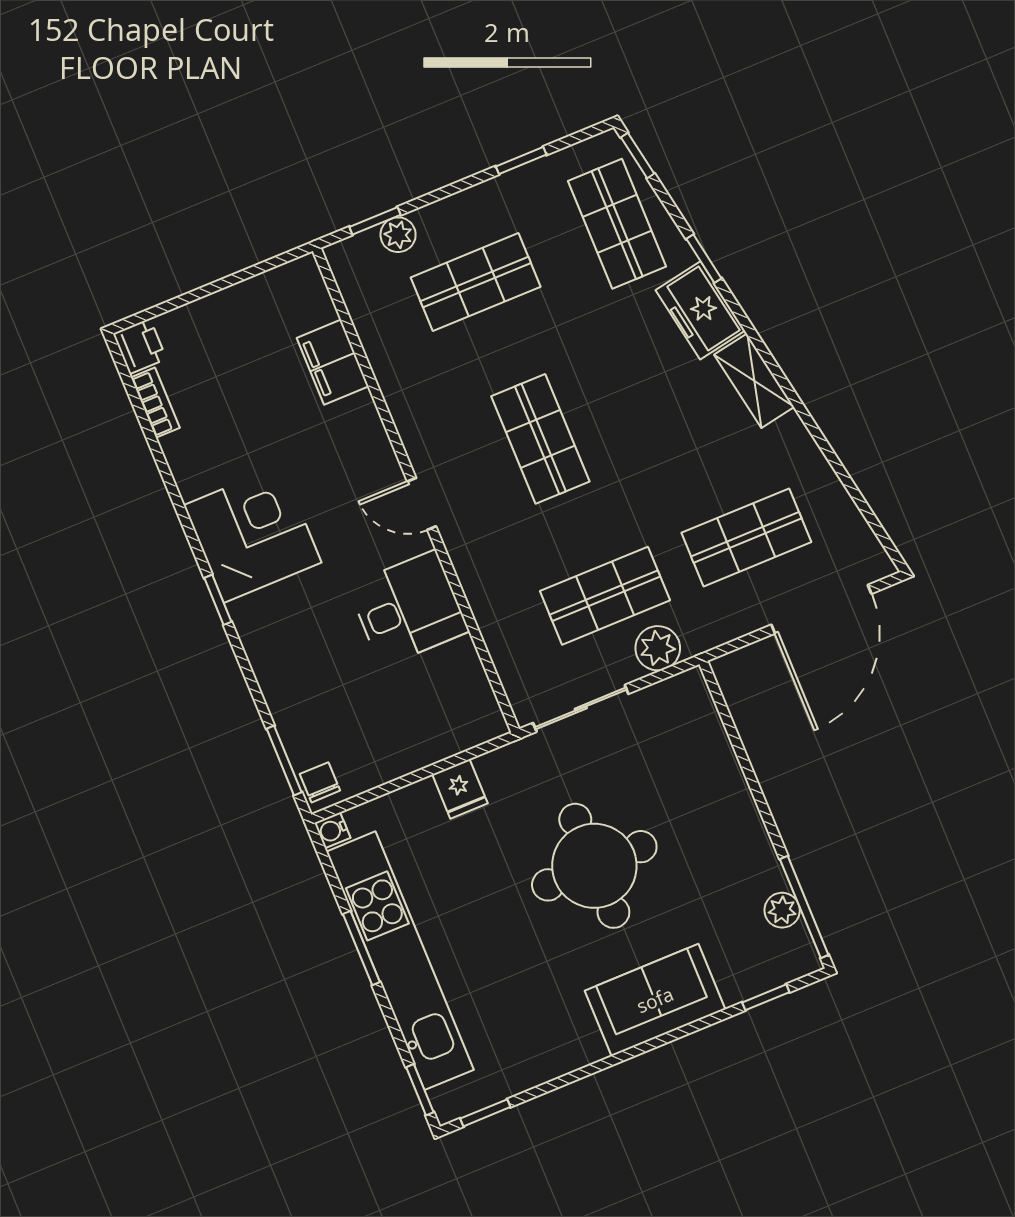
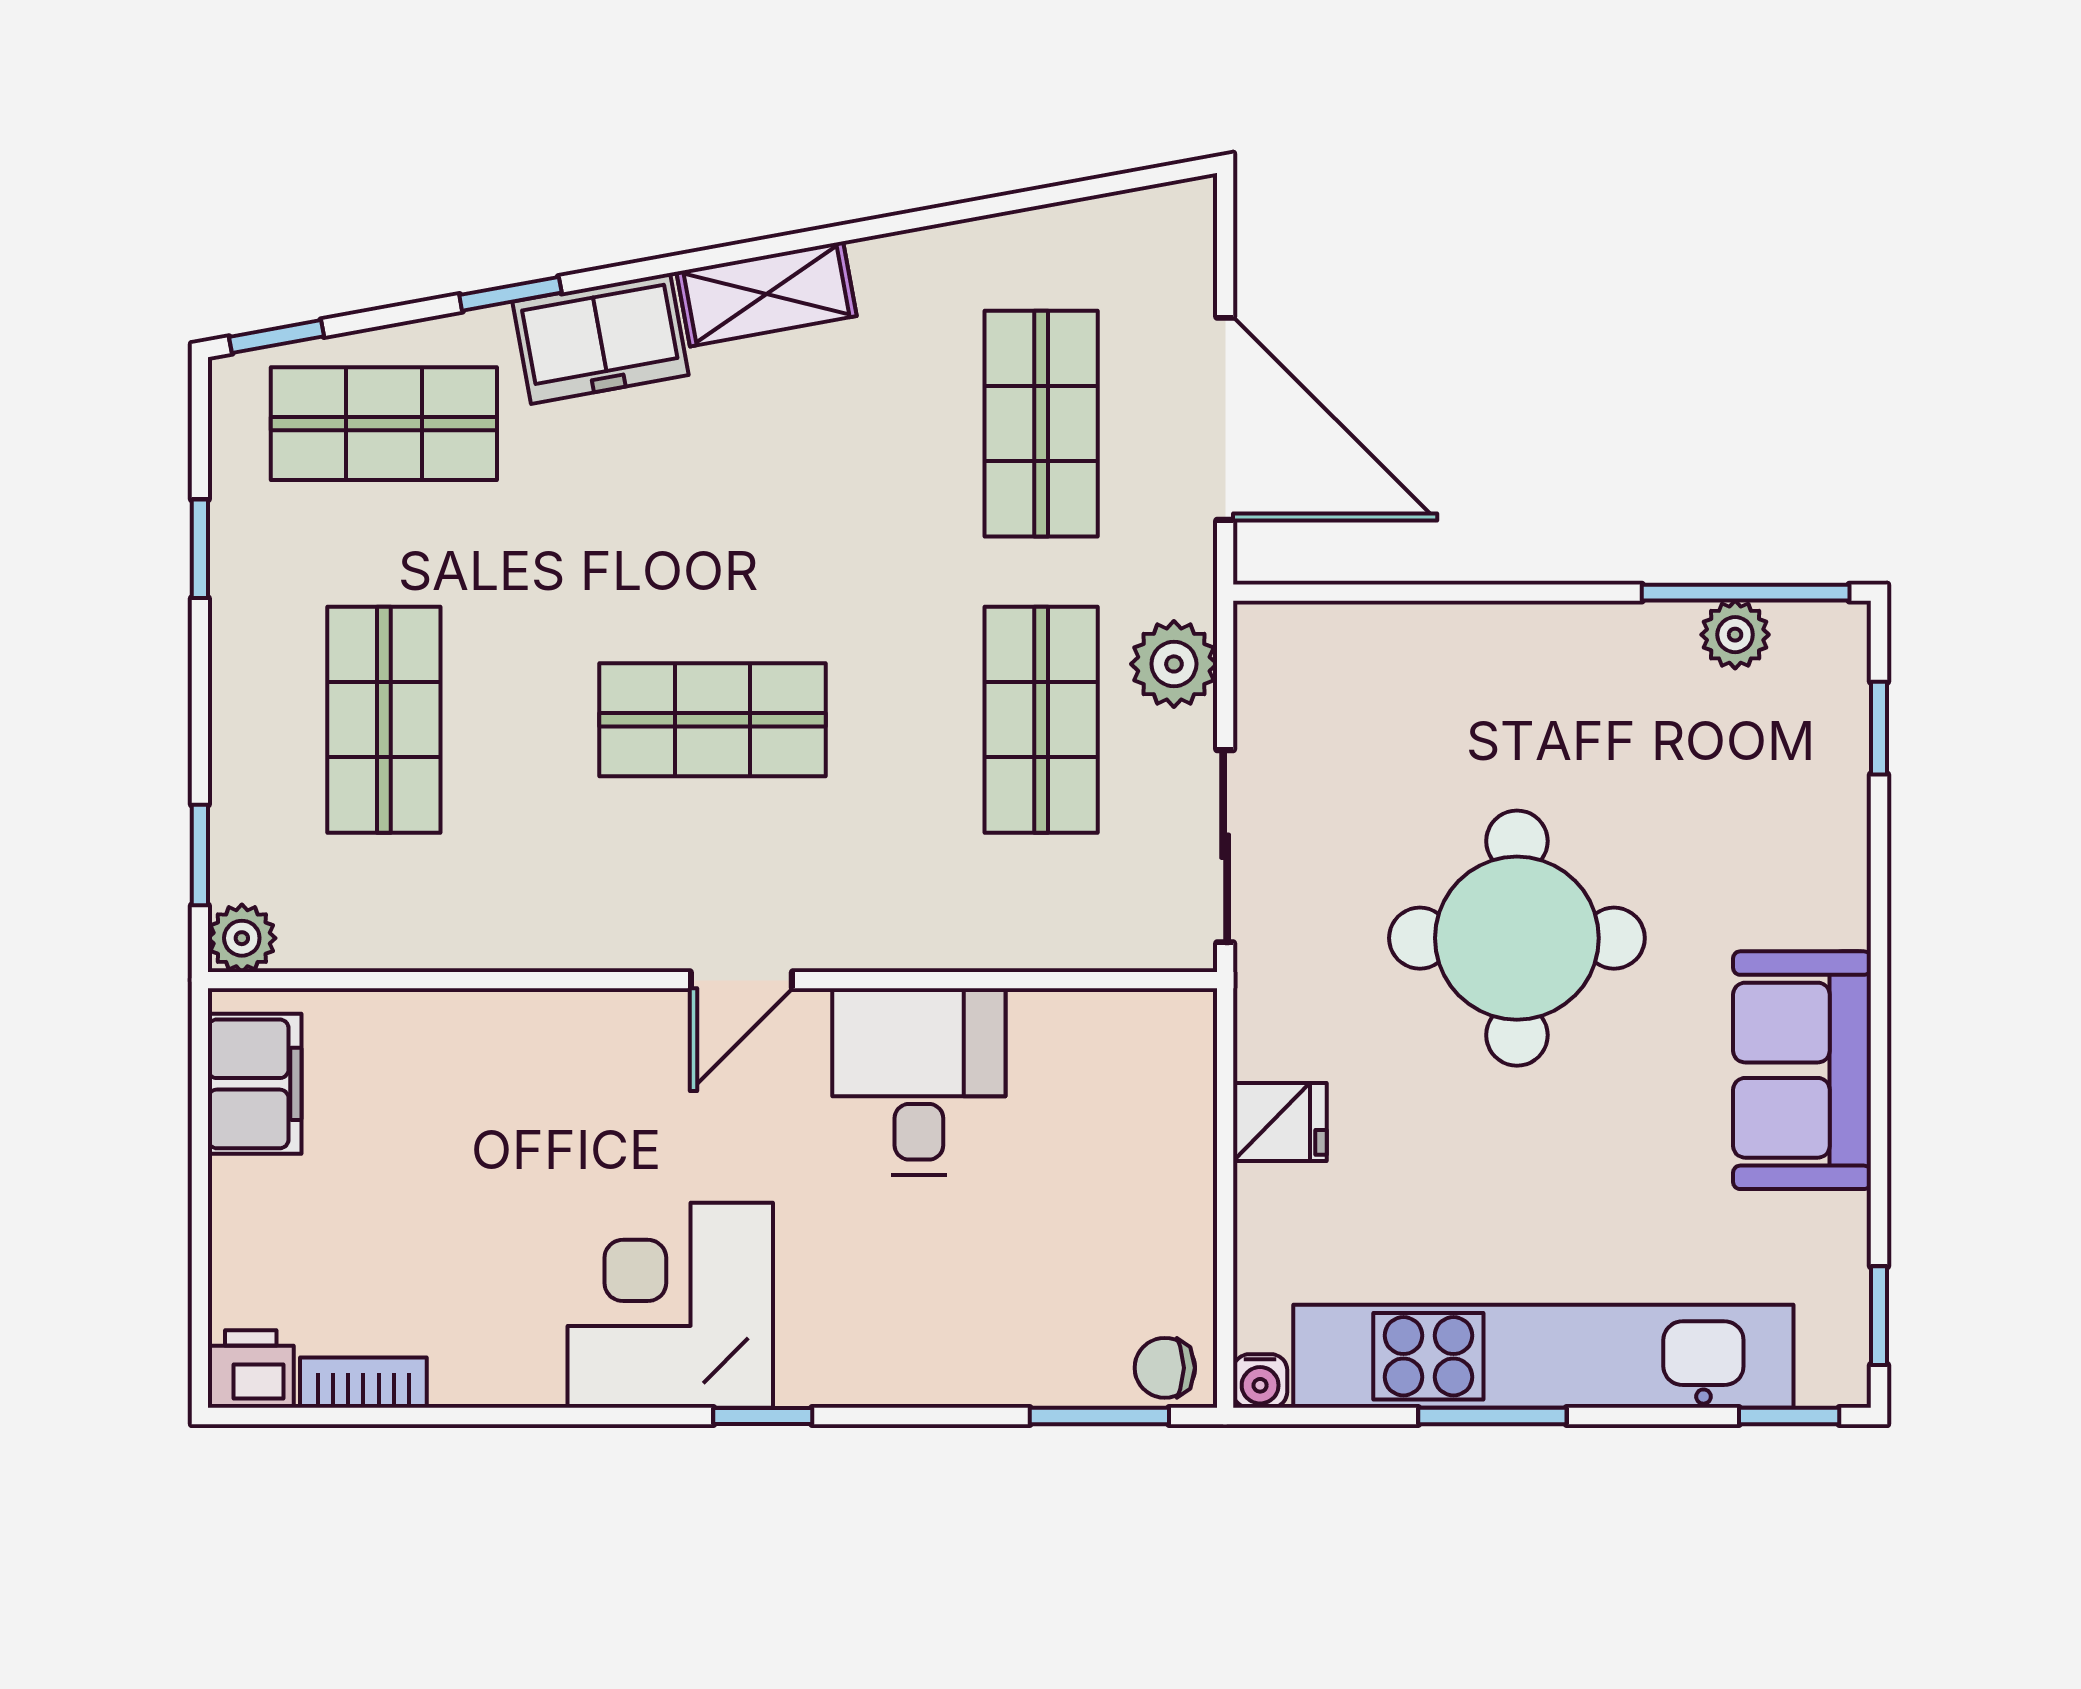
plant: (398, 235) -> (242, 938), moved
filing cabinet: (333, 362) -> (255, 1084), moved, turned -90
door: (821, 609) -> (1225, 419), moved
sofa: (655, 1000) -> (1802, 1070), moved

